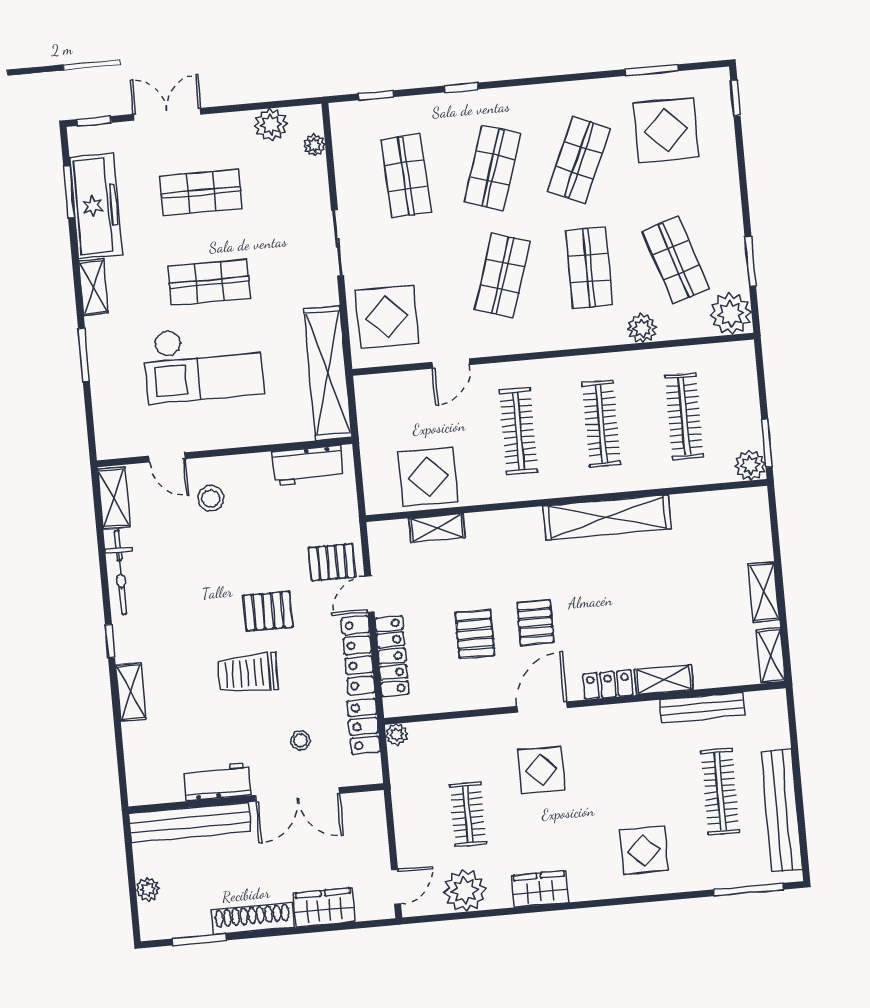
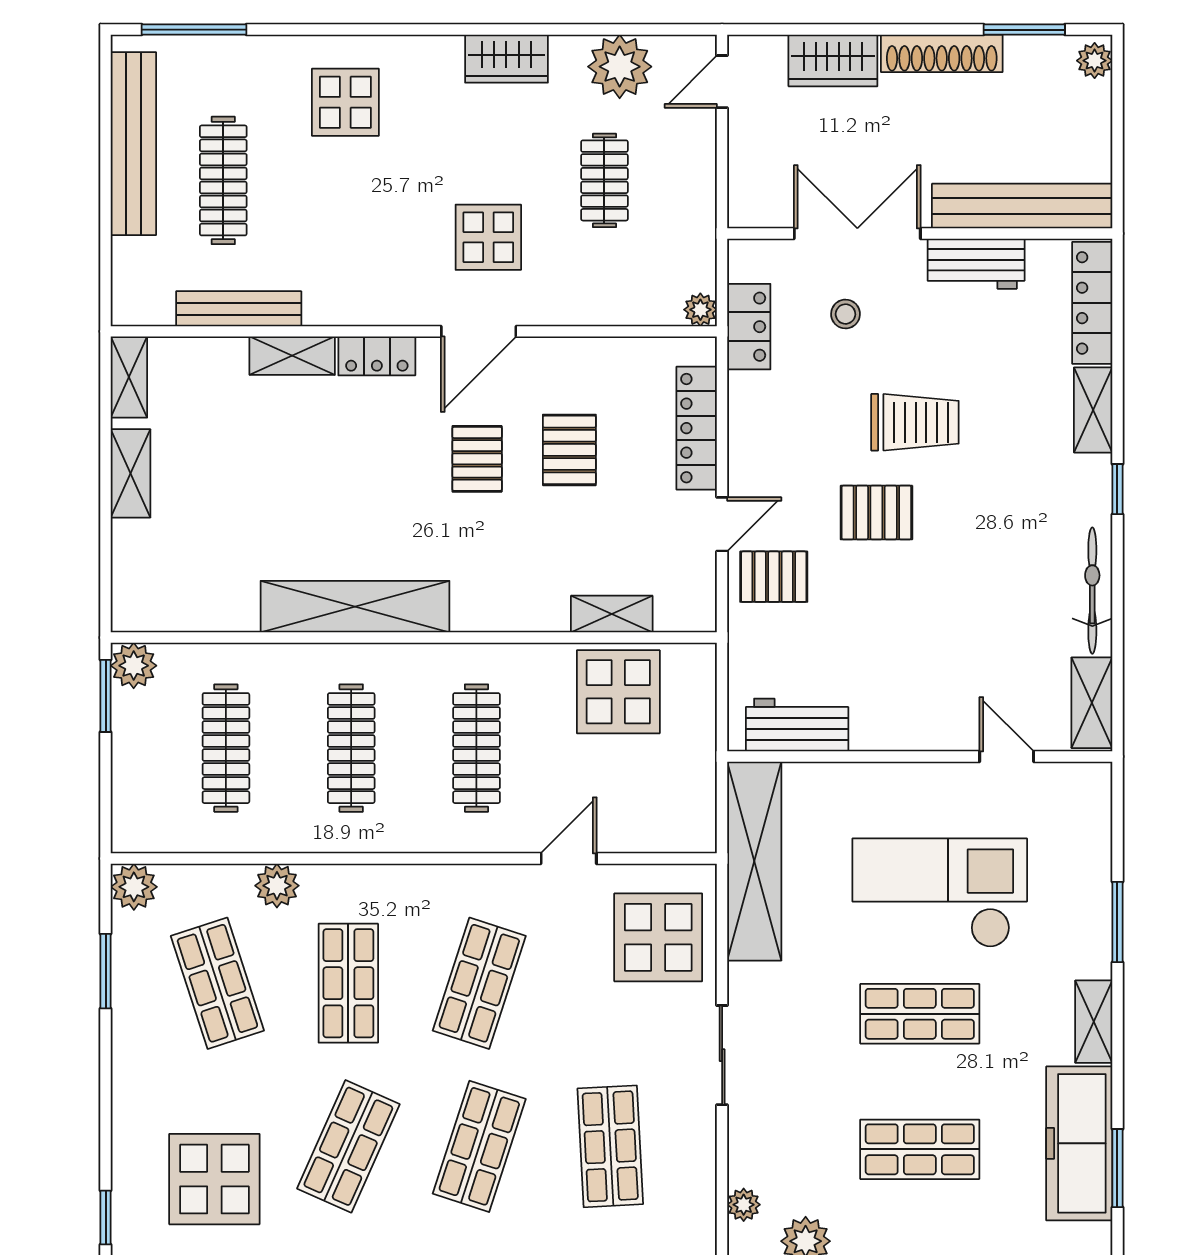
plant: (731, 314) -> (134, 887), width x0.73, depth x0.73
stool: (211, 498) -> (947, 689), removed
locker: (358, 655) -> (1092, 303), moved, turned 180
plant: (148, 889) -> (1095, 61), moved

